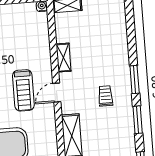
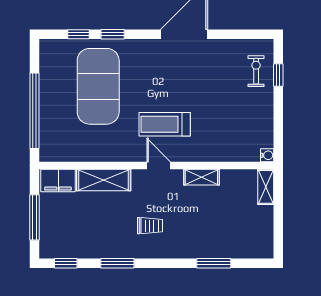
window: (135, 80) -> (214, 263), moved

